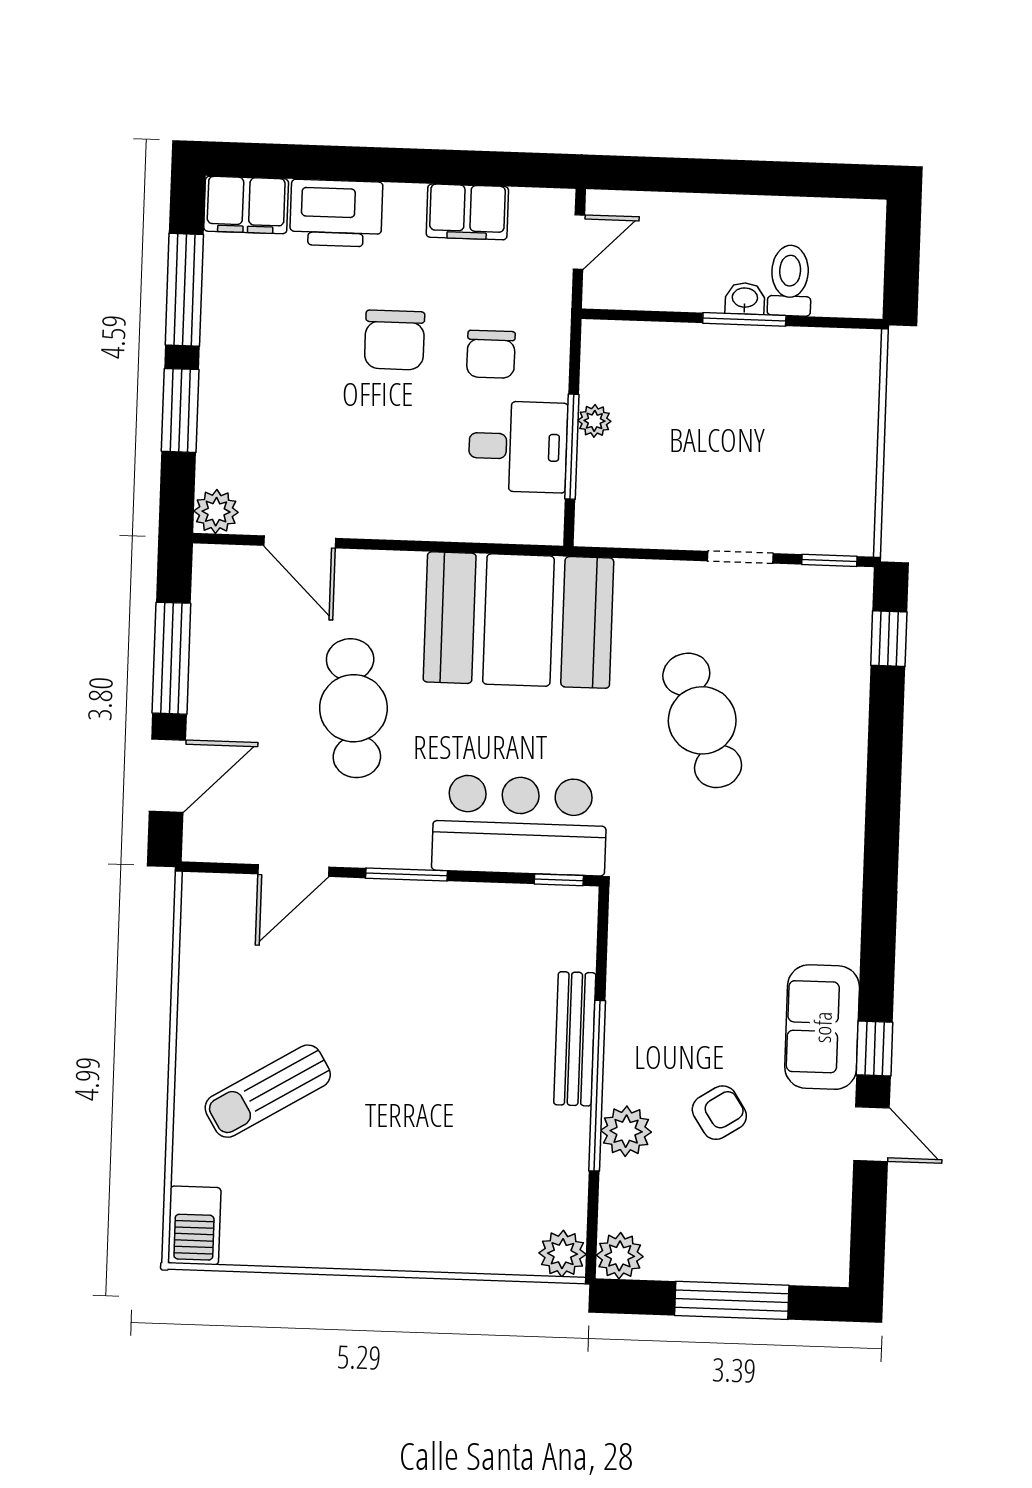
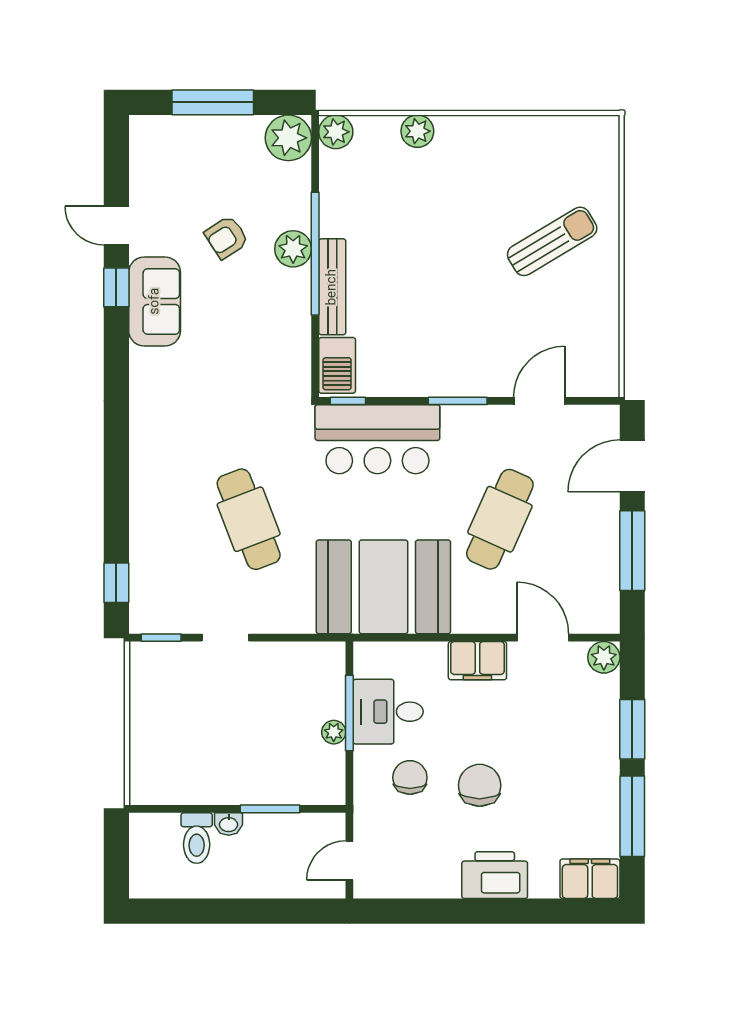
filing cabinet: (467, 212) -> (477, 661), moved, turned 180
printer: (336, 213) -> (495, 875), moved
window: (744, 319) -> (270, 809), moved
cafe table: (353, 708) -> (500, 519), turned 30
plant: (626, 1131) -> (293, 249), moved
barbecue: (194, 1225) -> (337, 365), moved, turned 180
plant: (449, 1251) -> (417, 131), added
plant: (620, 1256) -> (288, 138), width x1.36, depth x1.36

